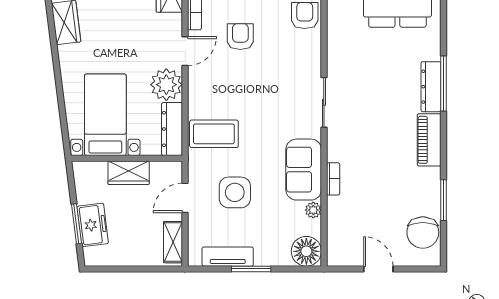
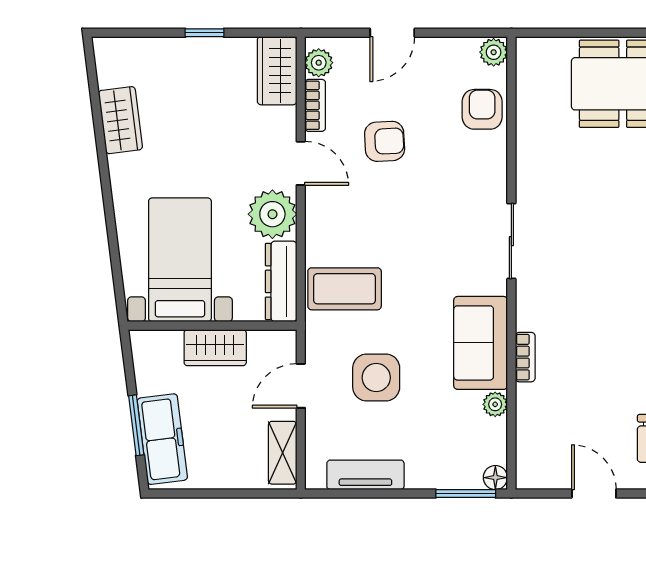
armchair: (240, 37) -> (385, 141), turned 87
door: (185, 51) -> (301, 163), hinge flipped
freezer: (93, 225) -> (162, 439), width x1.40
floor lamp: (306, 251) -> (495, 478), width x0.53, depth x0.53
window: (251, 269) -> (466, 494), moved

